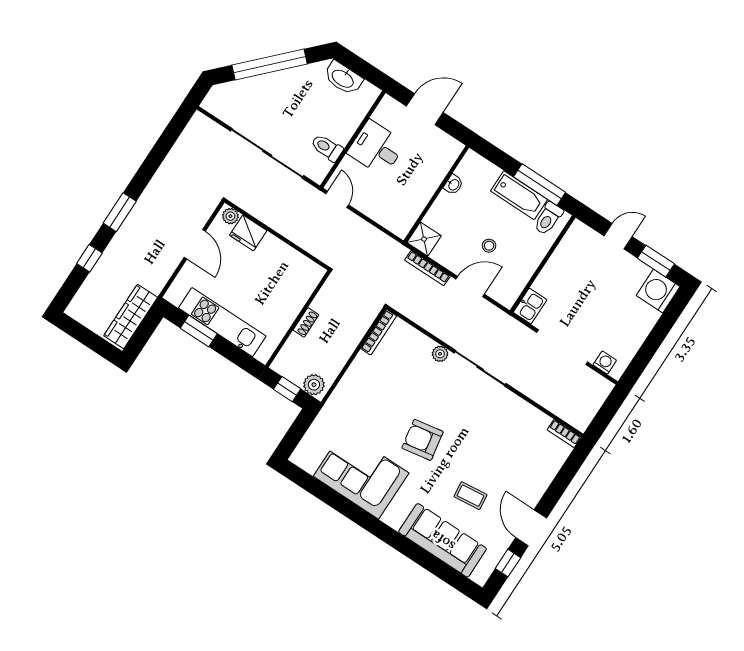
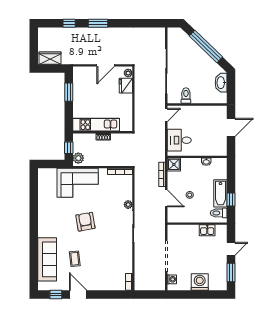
door: (425, 109) -> (231, 127), hinge flipped
desk: (376, 148) -> (179, 140), moved, turned -90
window: (540, 185) -> (231, 199), width x0.46
door: (618, 236) -> (231, 249), hinge flipped
washing machine: (658, 291) -> (200, 282), moved
kitchen sink: (530, 306) -> (207, 230), moved
wardrobe: (131, 317) -> (50, 58), width x0.67
kitchen unit: (222, 322) -> (96, 125), moved, turned -90
corner sofa: (361, 475) -> (78, 183), moved, turned 90
door: (531, 528) -> (78, 295), hinge flipped

